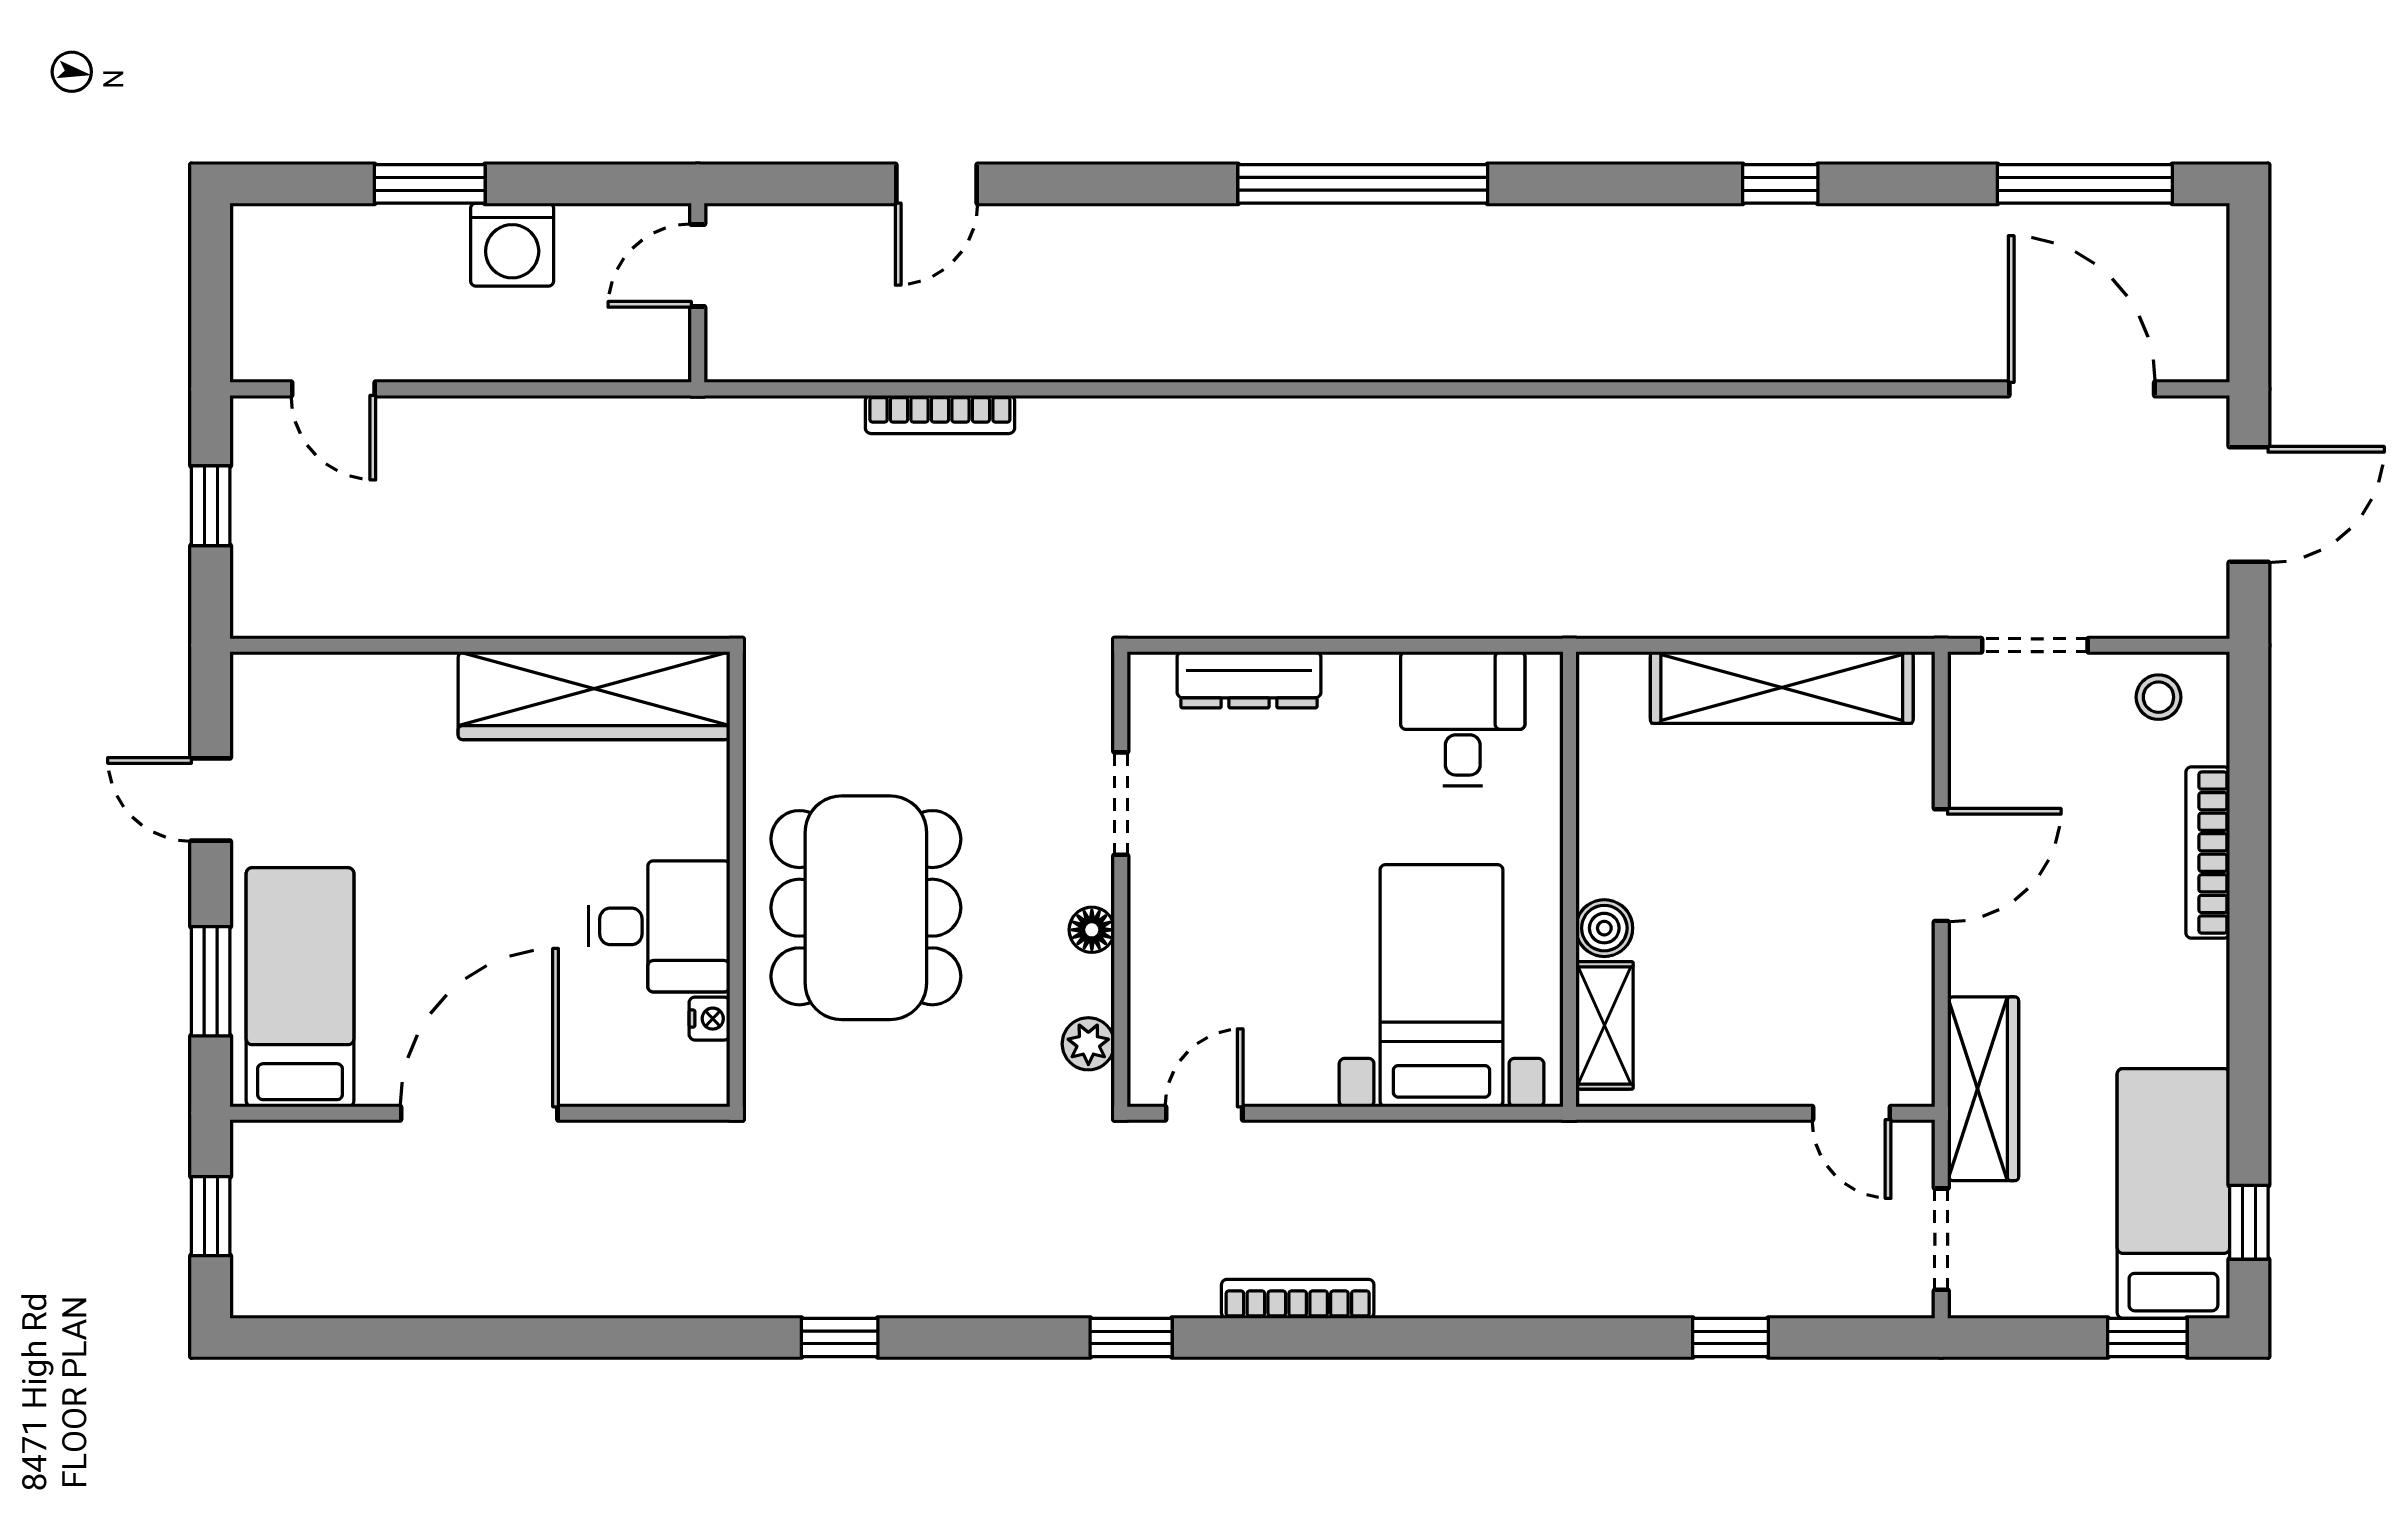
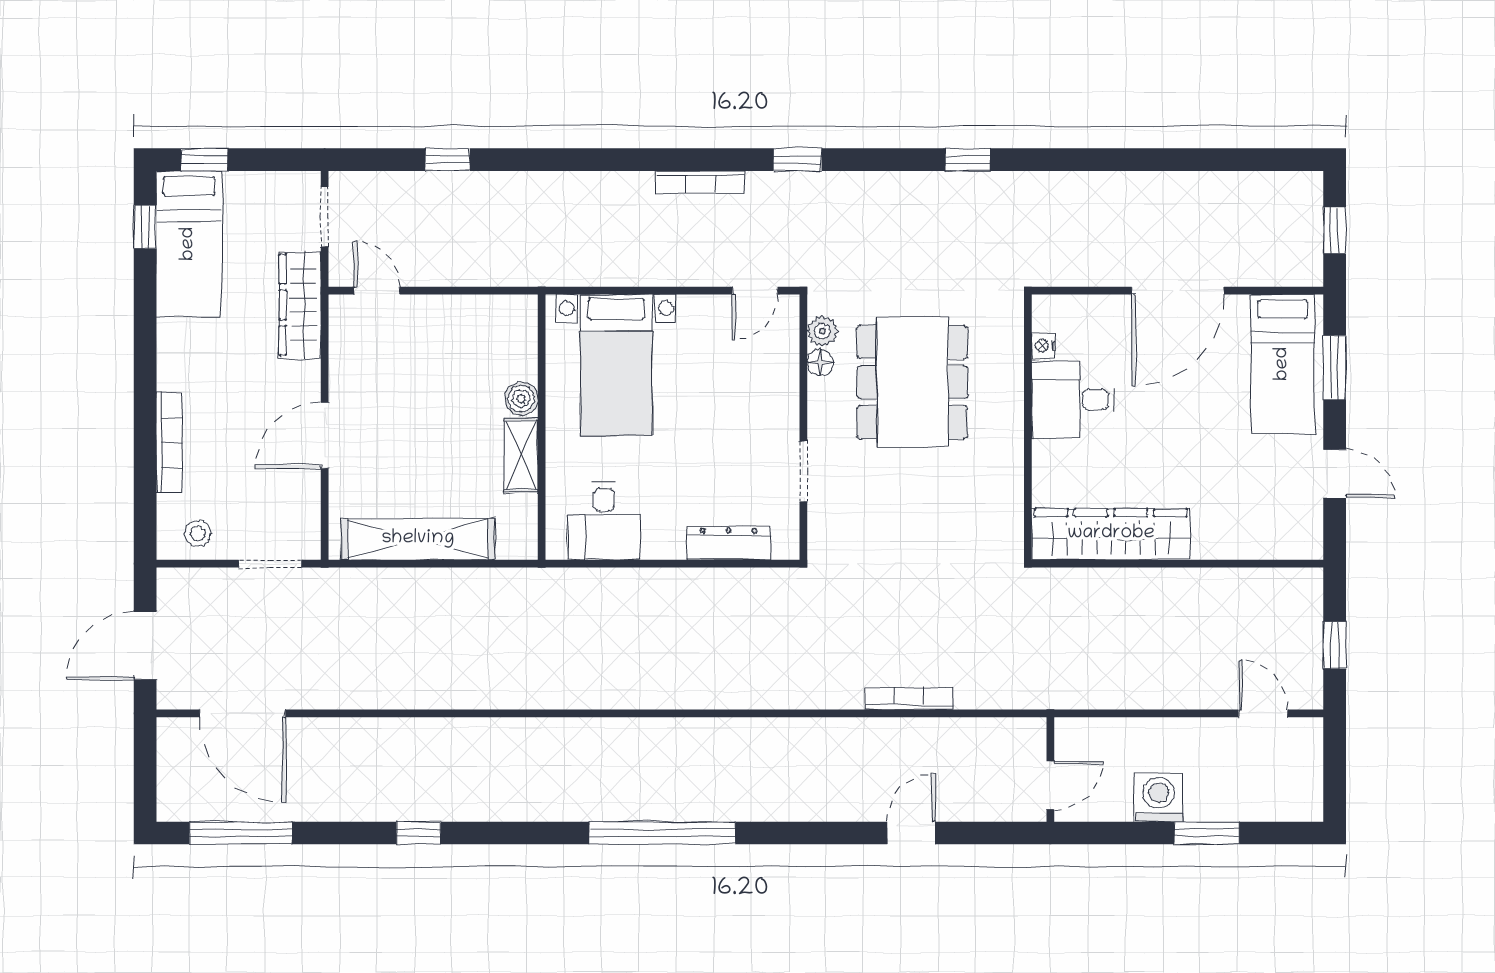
dining table: (866, 908) -> (912, 382), moved
floor lamp: (1092, 930) -> (820, 362), moved
shelving: (1605, 1025) -> (521, 455), moved

